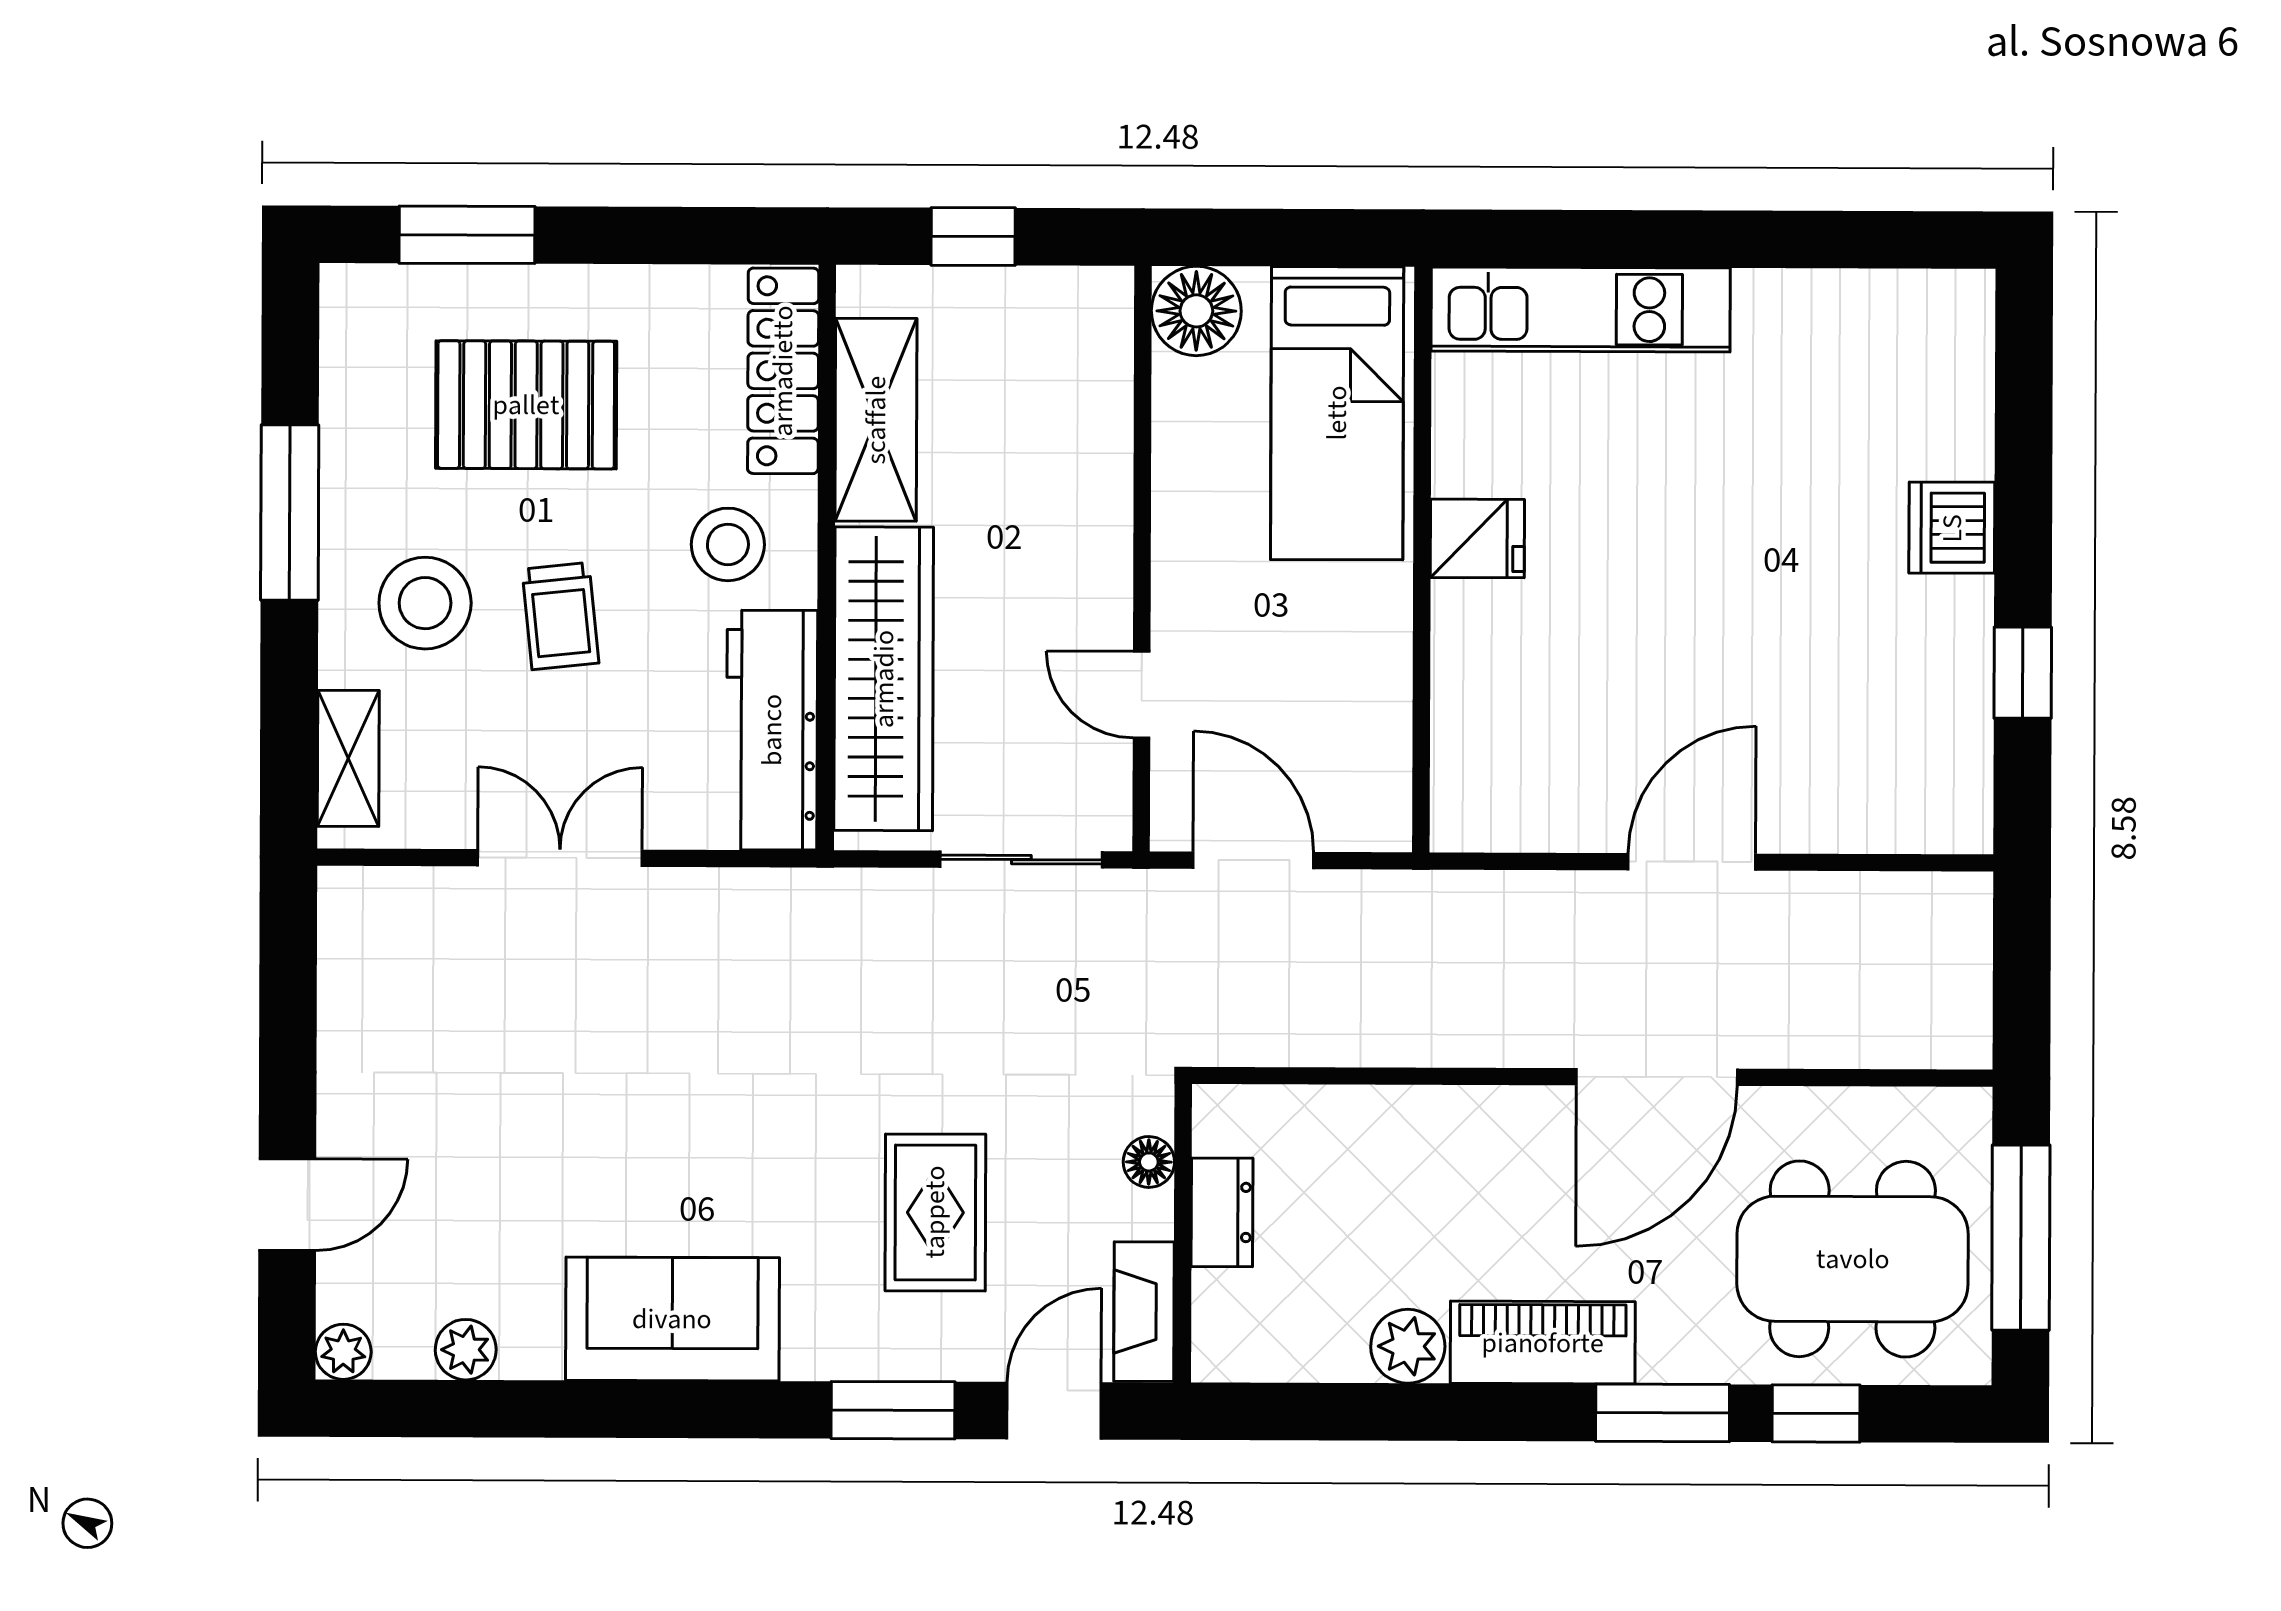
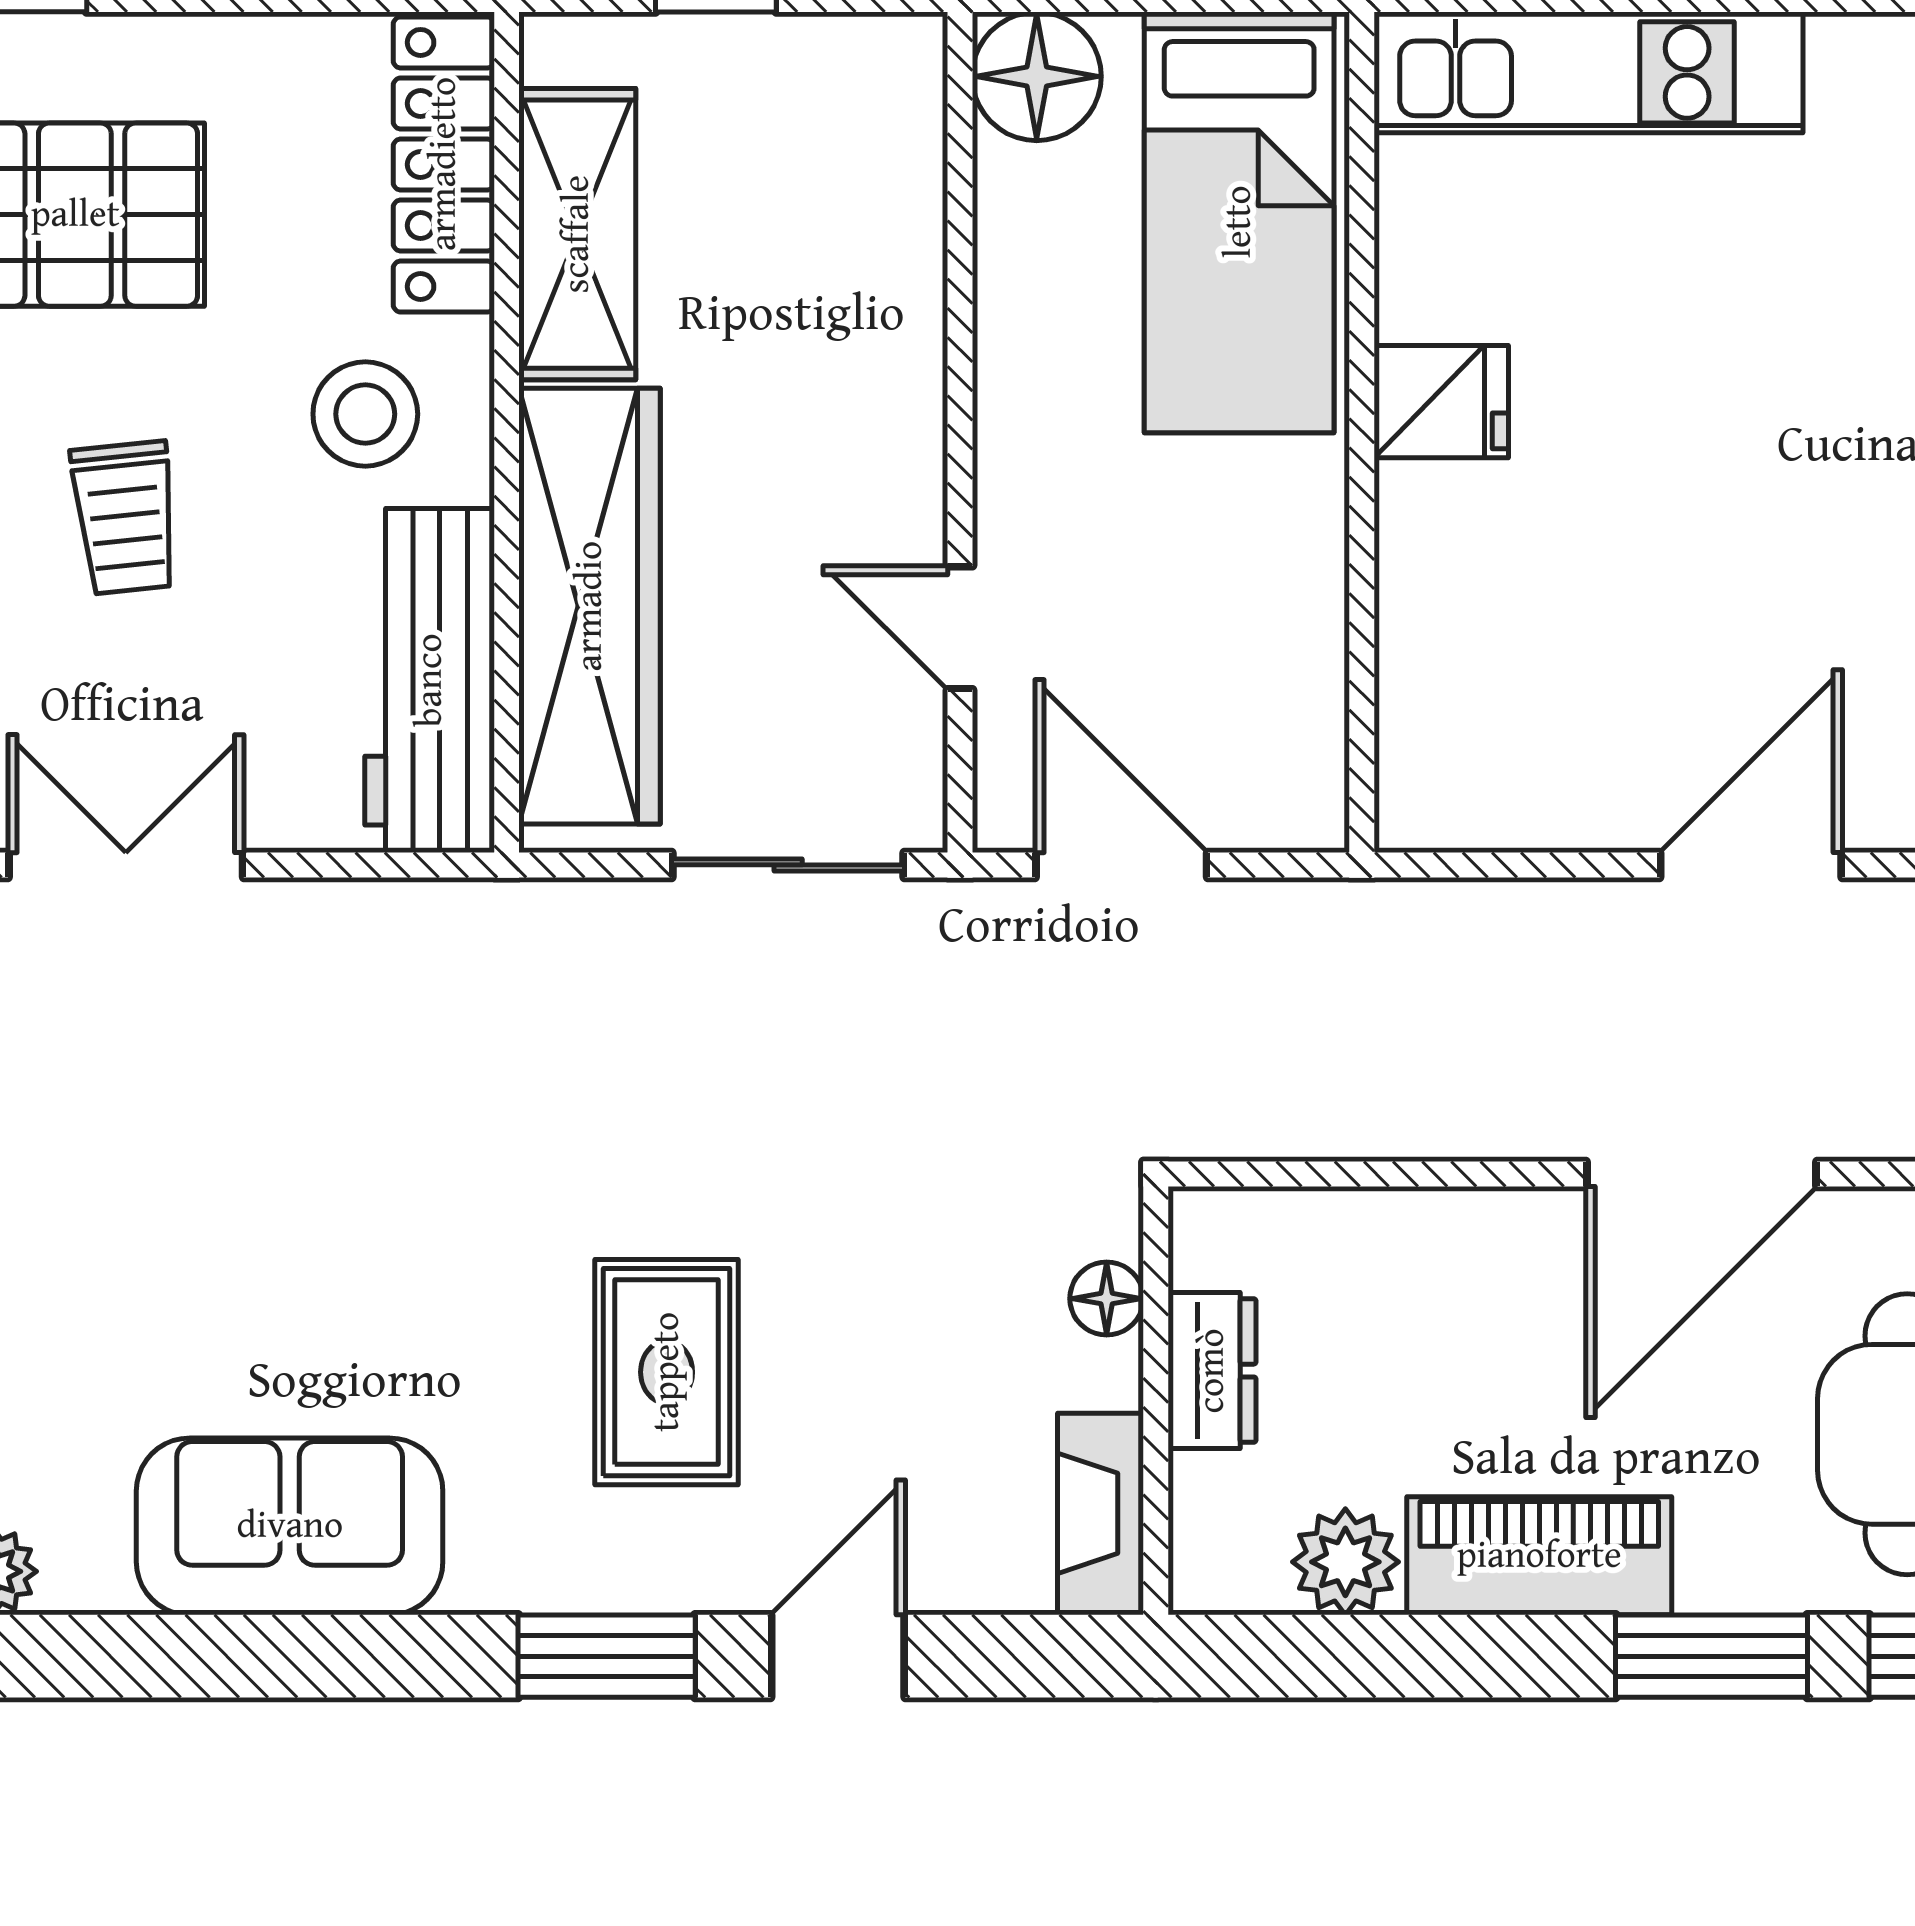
floor lamp: (1149, 1162) -> (1107, 1299), moved
dresser: (1222, 1212) -> (1212, 1371), moved
wall: (1183, 1233) -> (1156, 1401), moved
fireplace: (1144, 1312) -> (1100, 1513), moved

